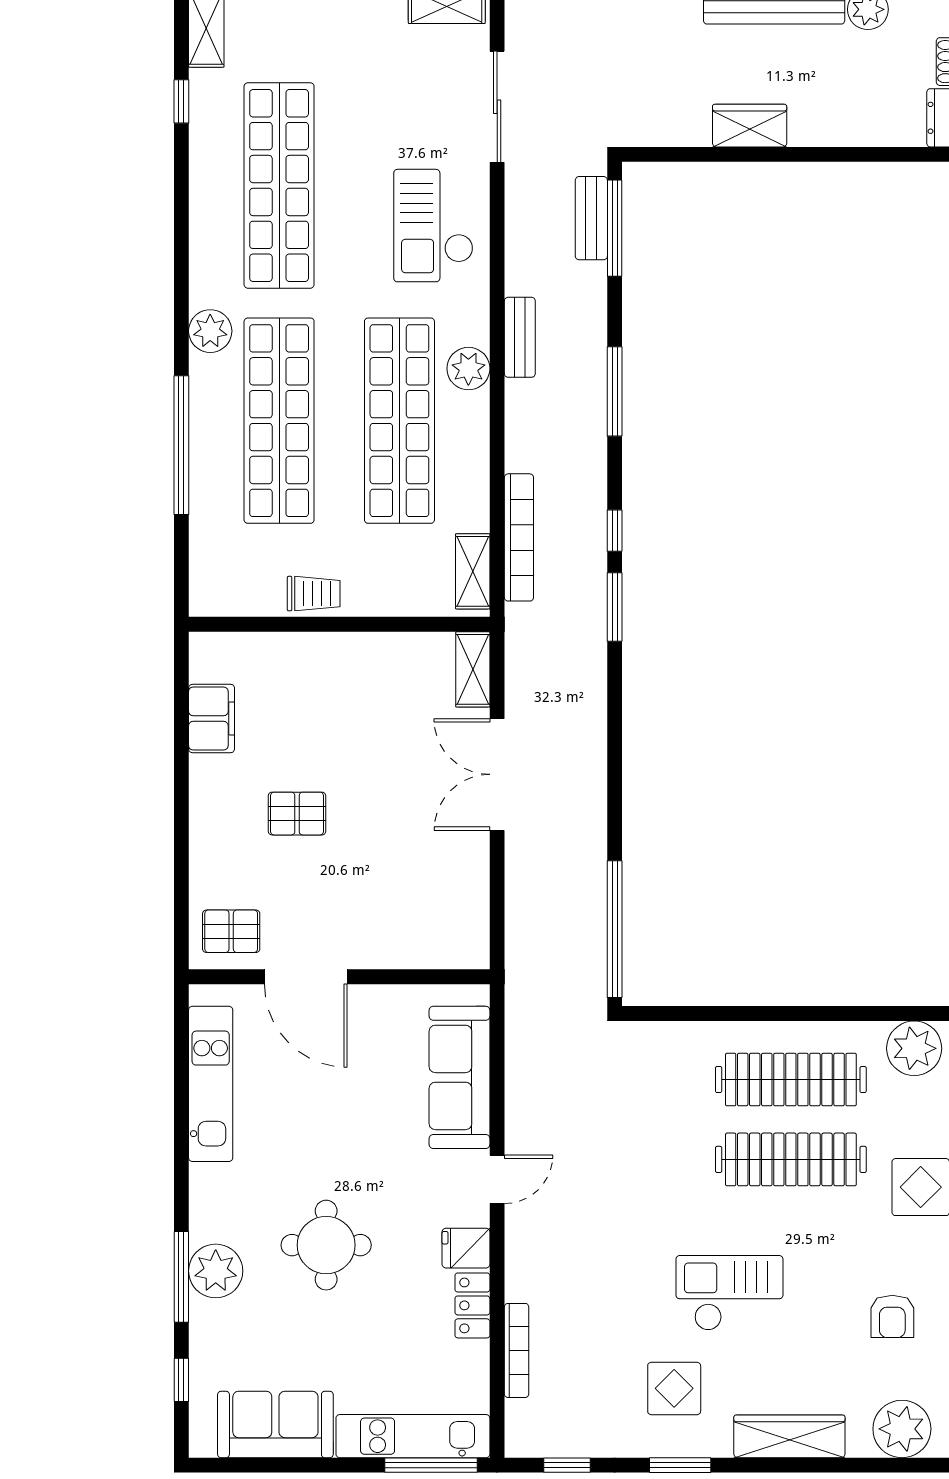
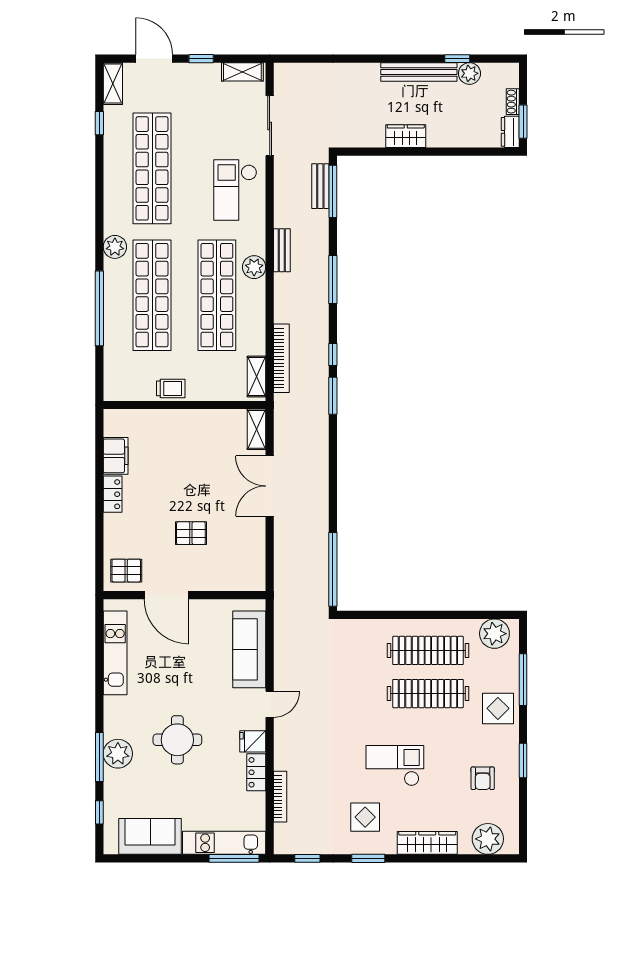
locker: (206, 790) -> (113, 494), added
pallet: (297, 814) -> (191, 533), moved

